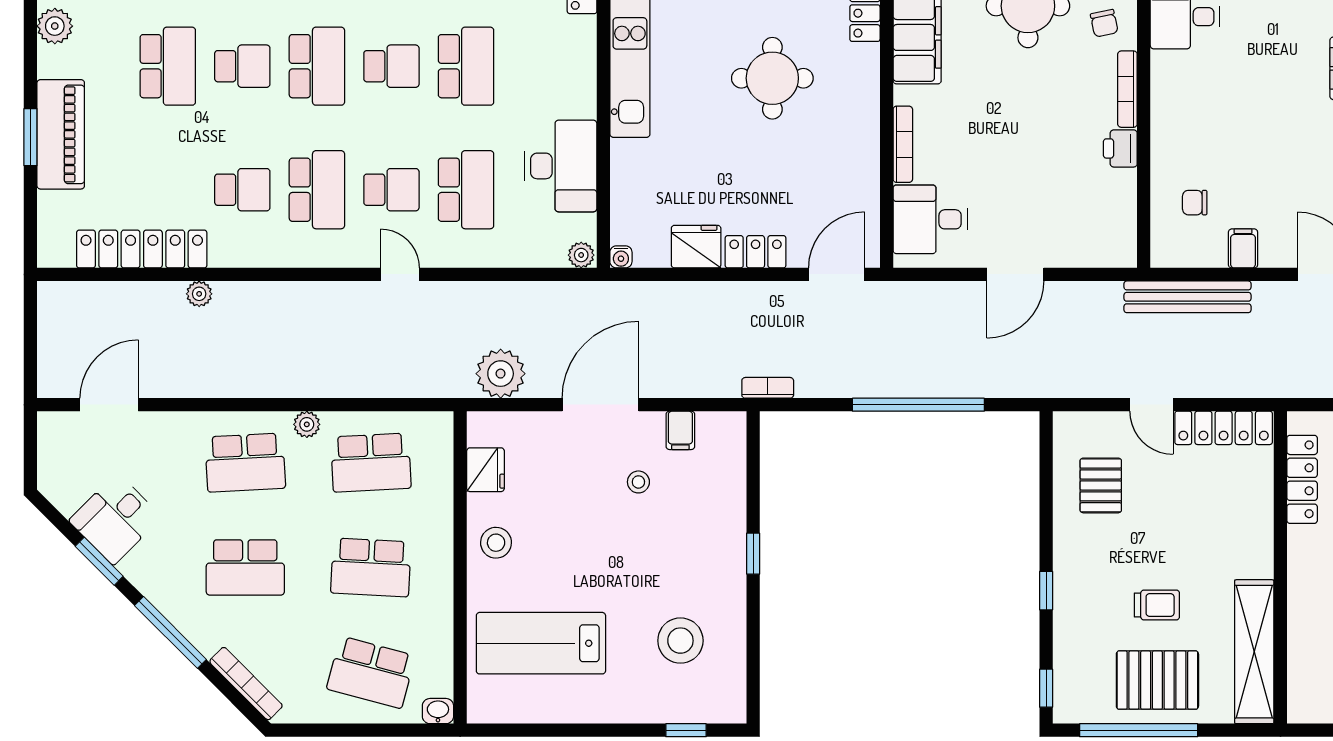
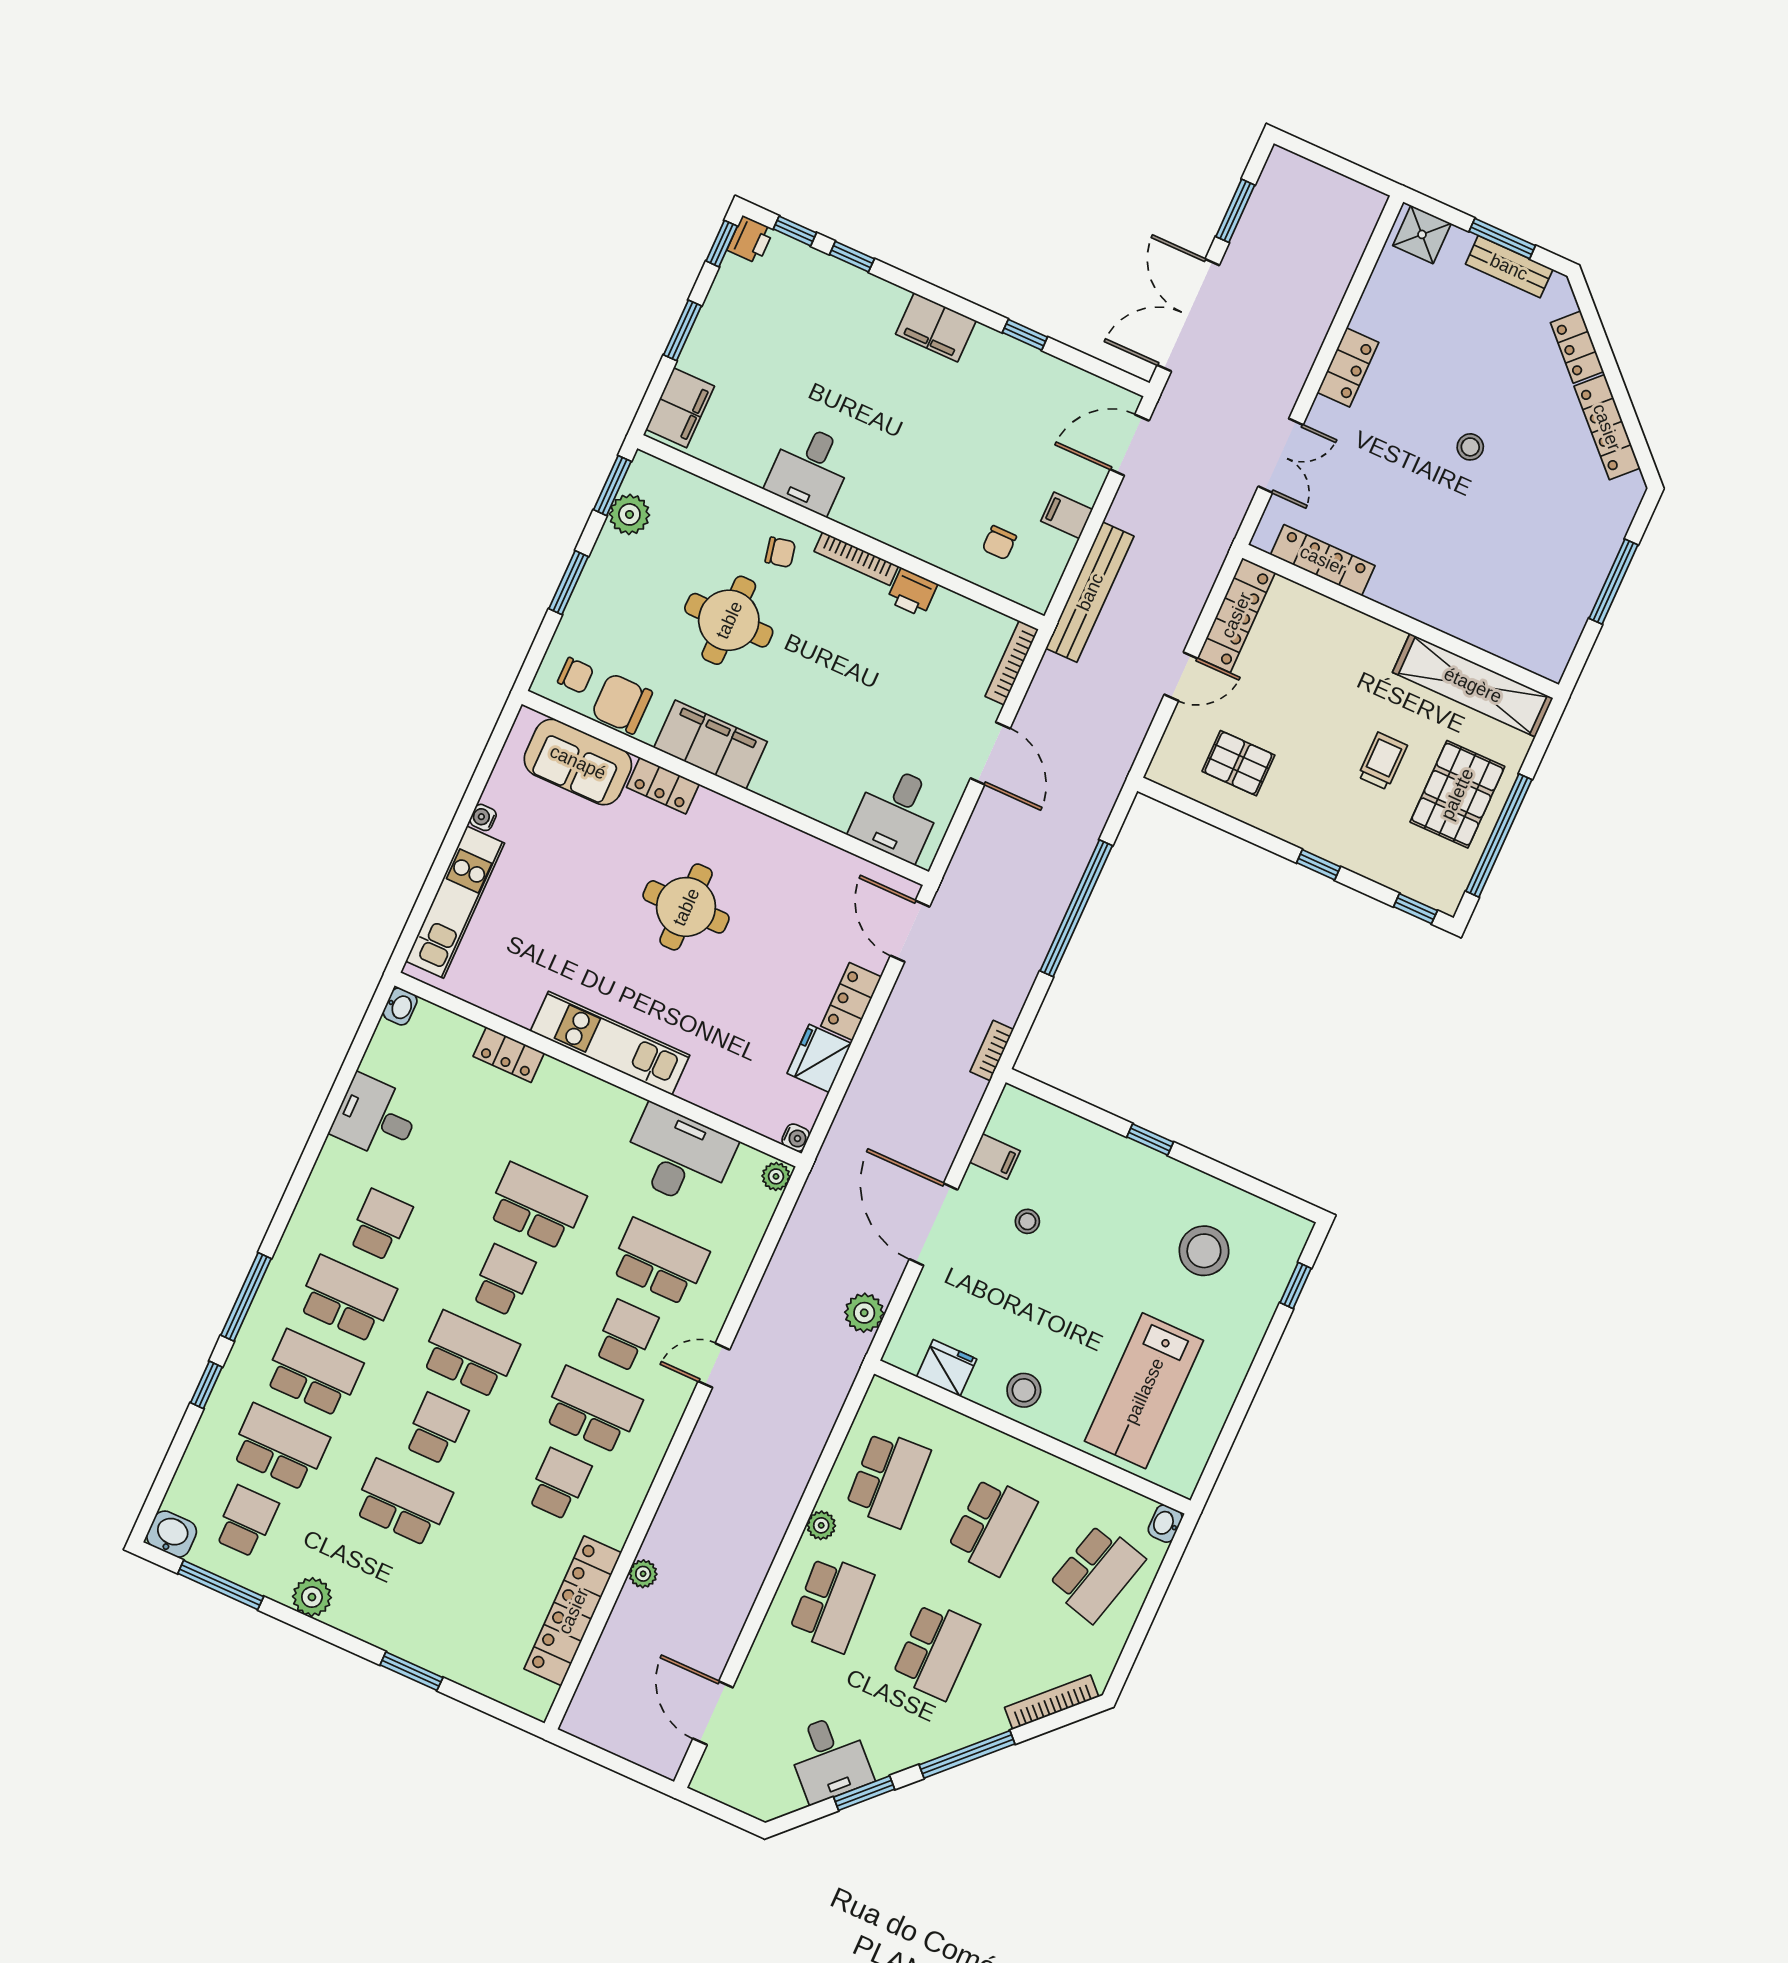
piano: (61, 134) -> (422, 1640), removed
bookcase: (903, 144) -> (1012, 663), moved, turned -90
plant: (501, 374) -> (864, 1313), width x0.73, depth x0.73

